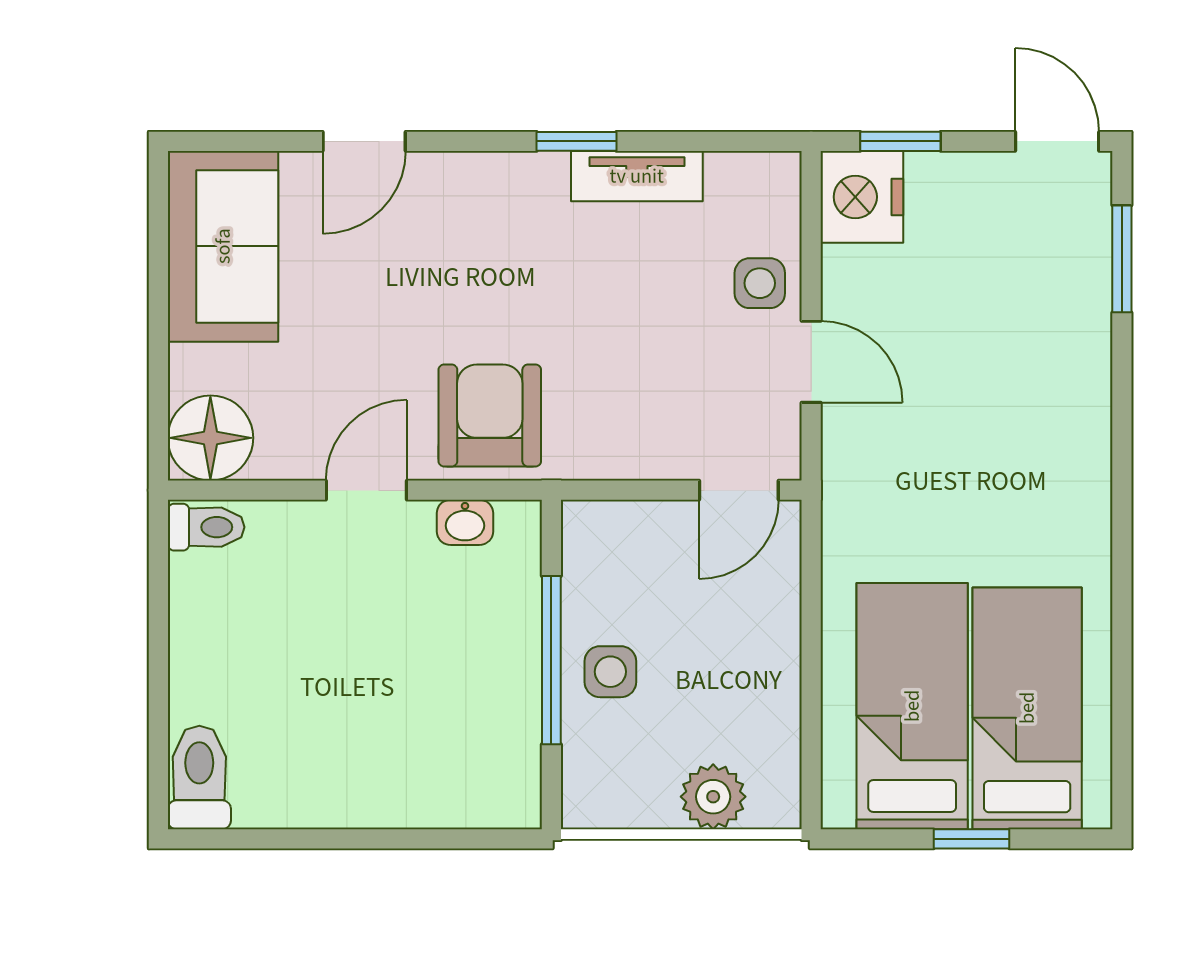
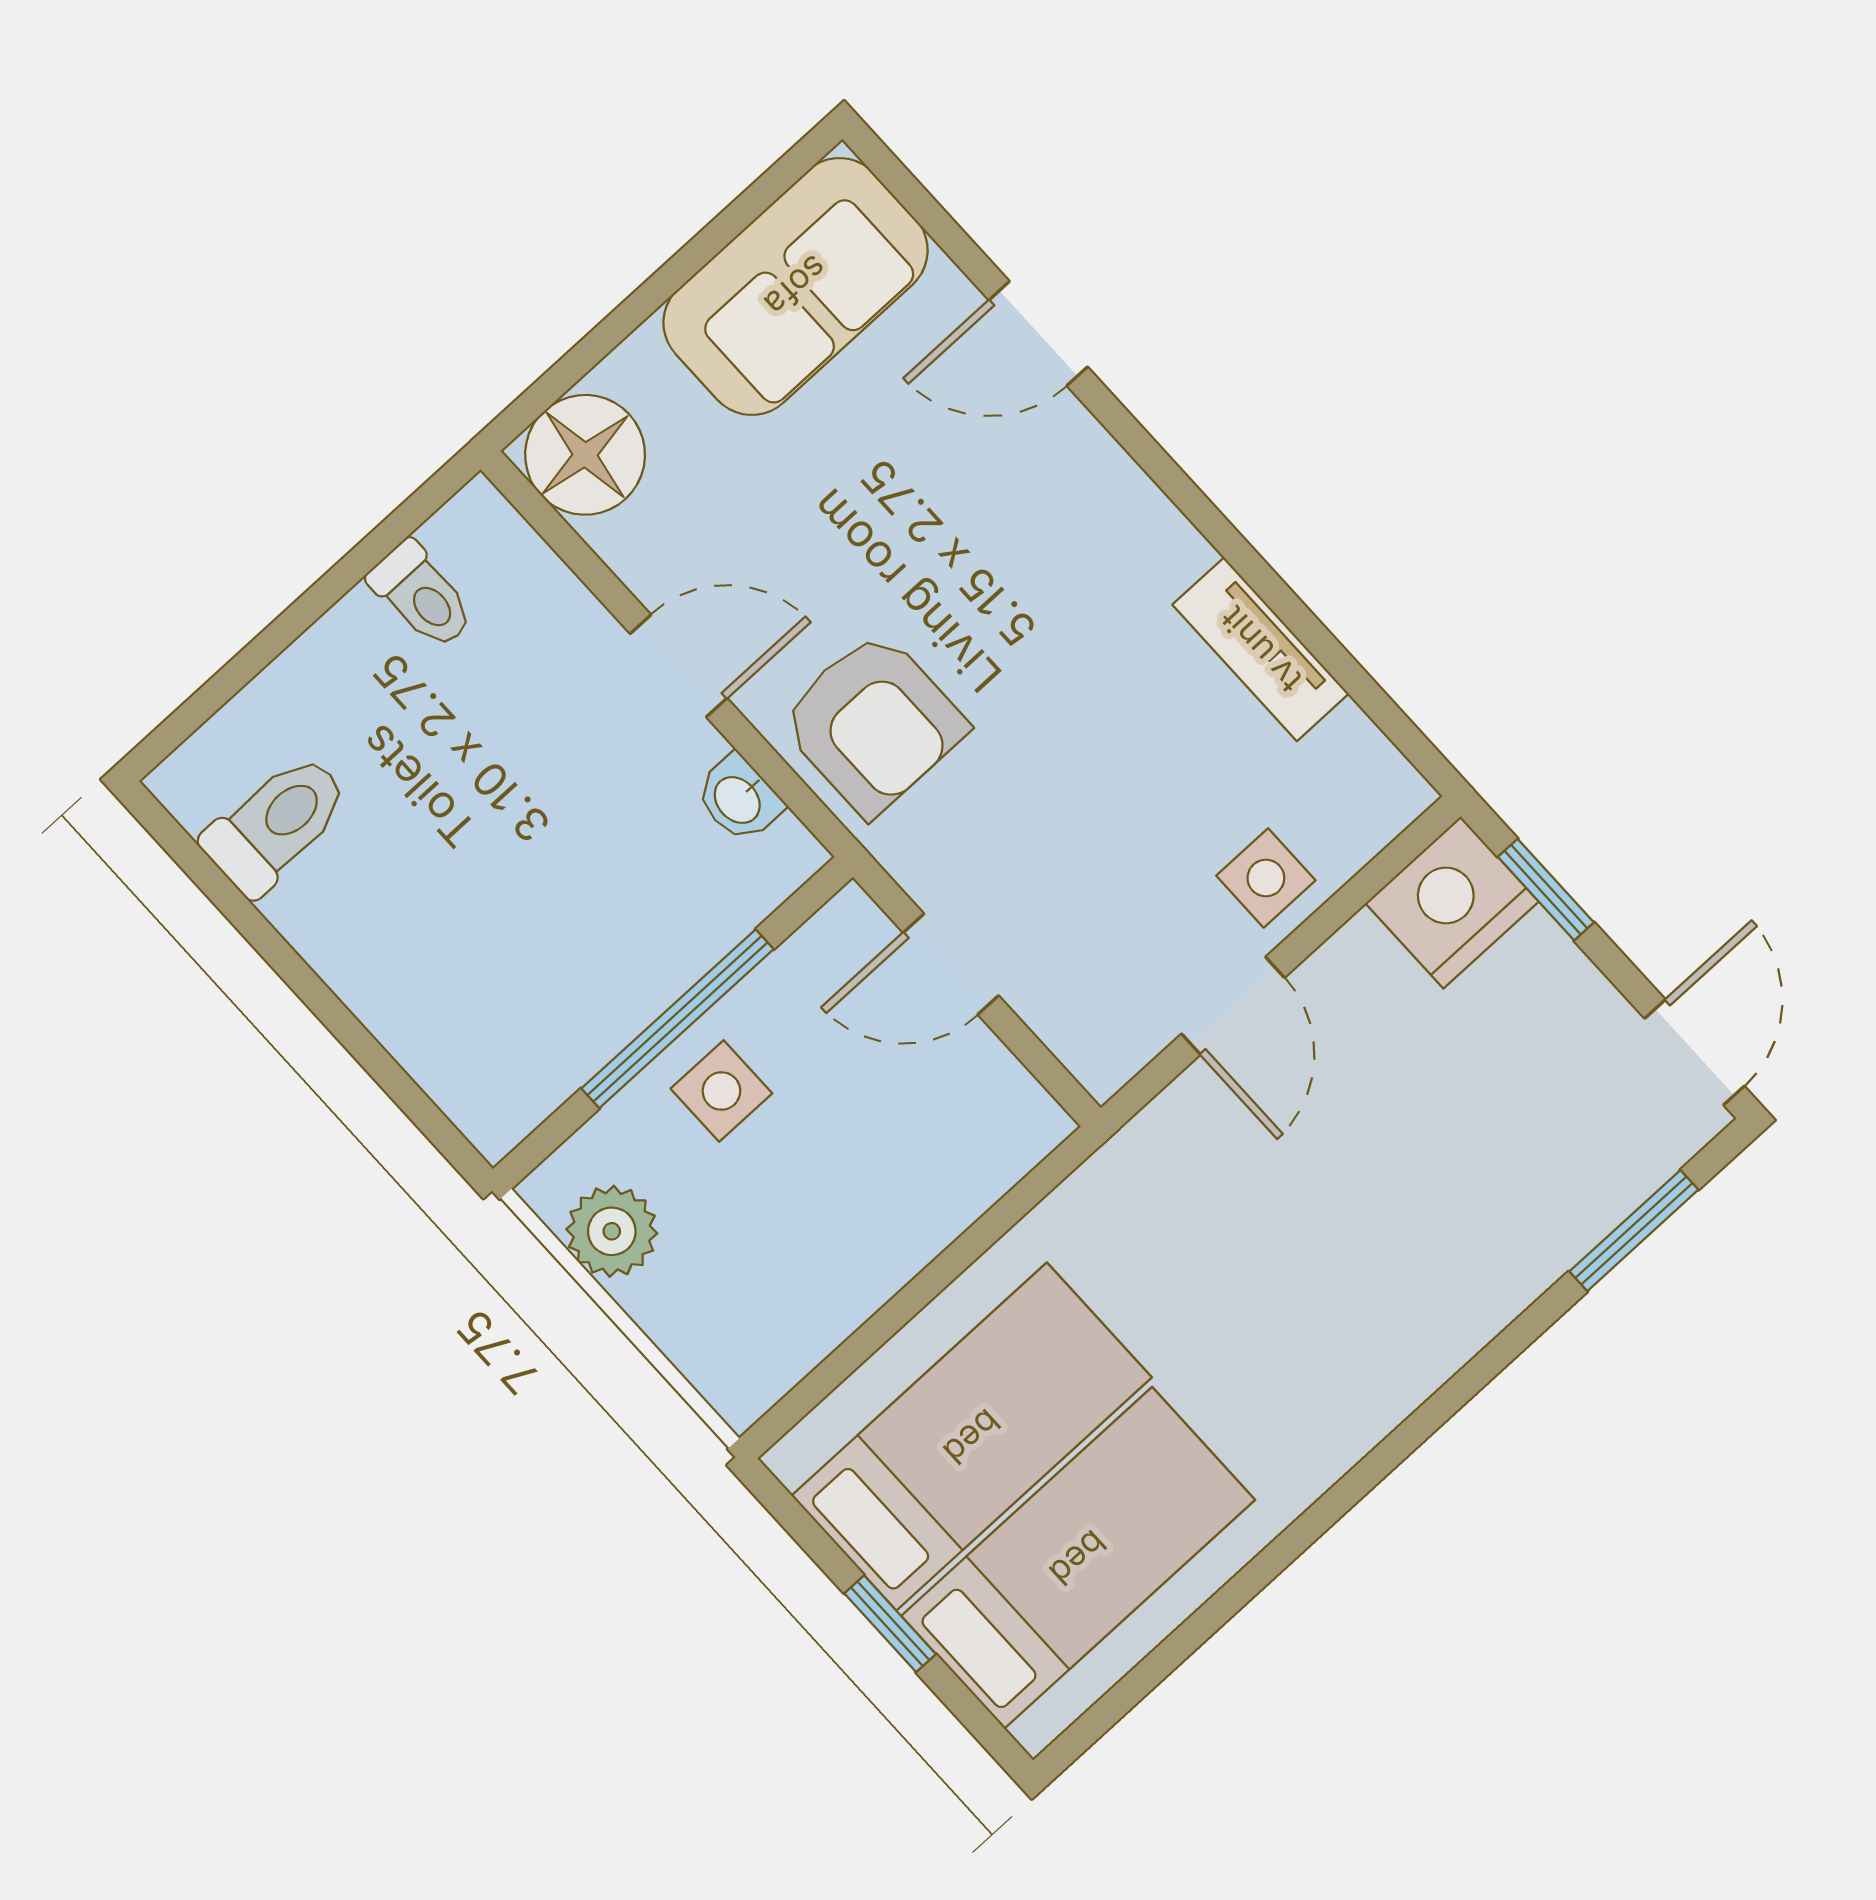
window: (577, 141) -> (1239, 554), removed
armchair: (490, 415) -> (873, 723), turned 90
door: (739, 490) -> (951, 964), moved
toilet: (206, 527) -> (422, 595), moved
toilet: (199, 777) -> (276, 824), moved
plant: (713, 797) -> (612, 1231), moved

